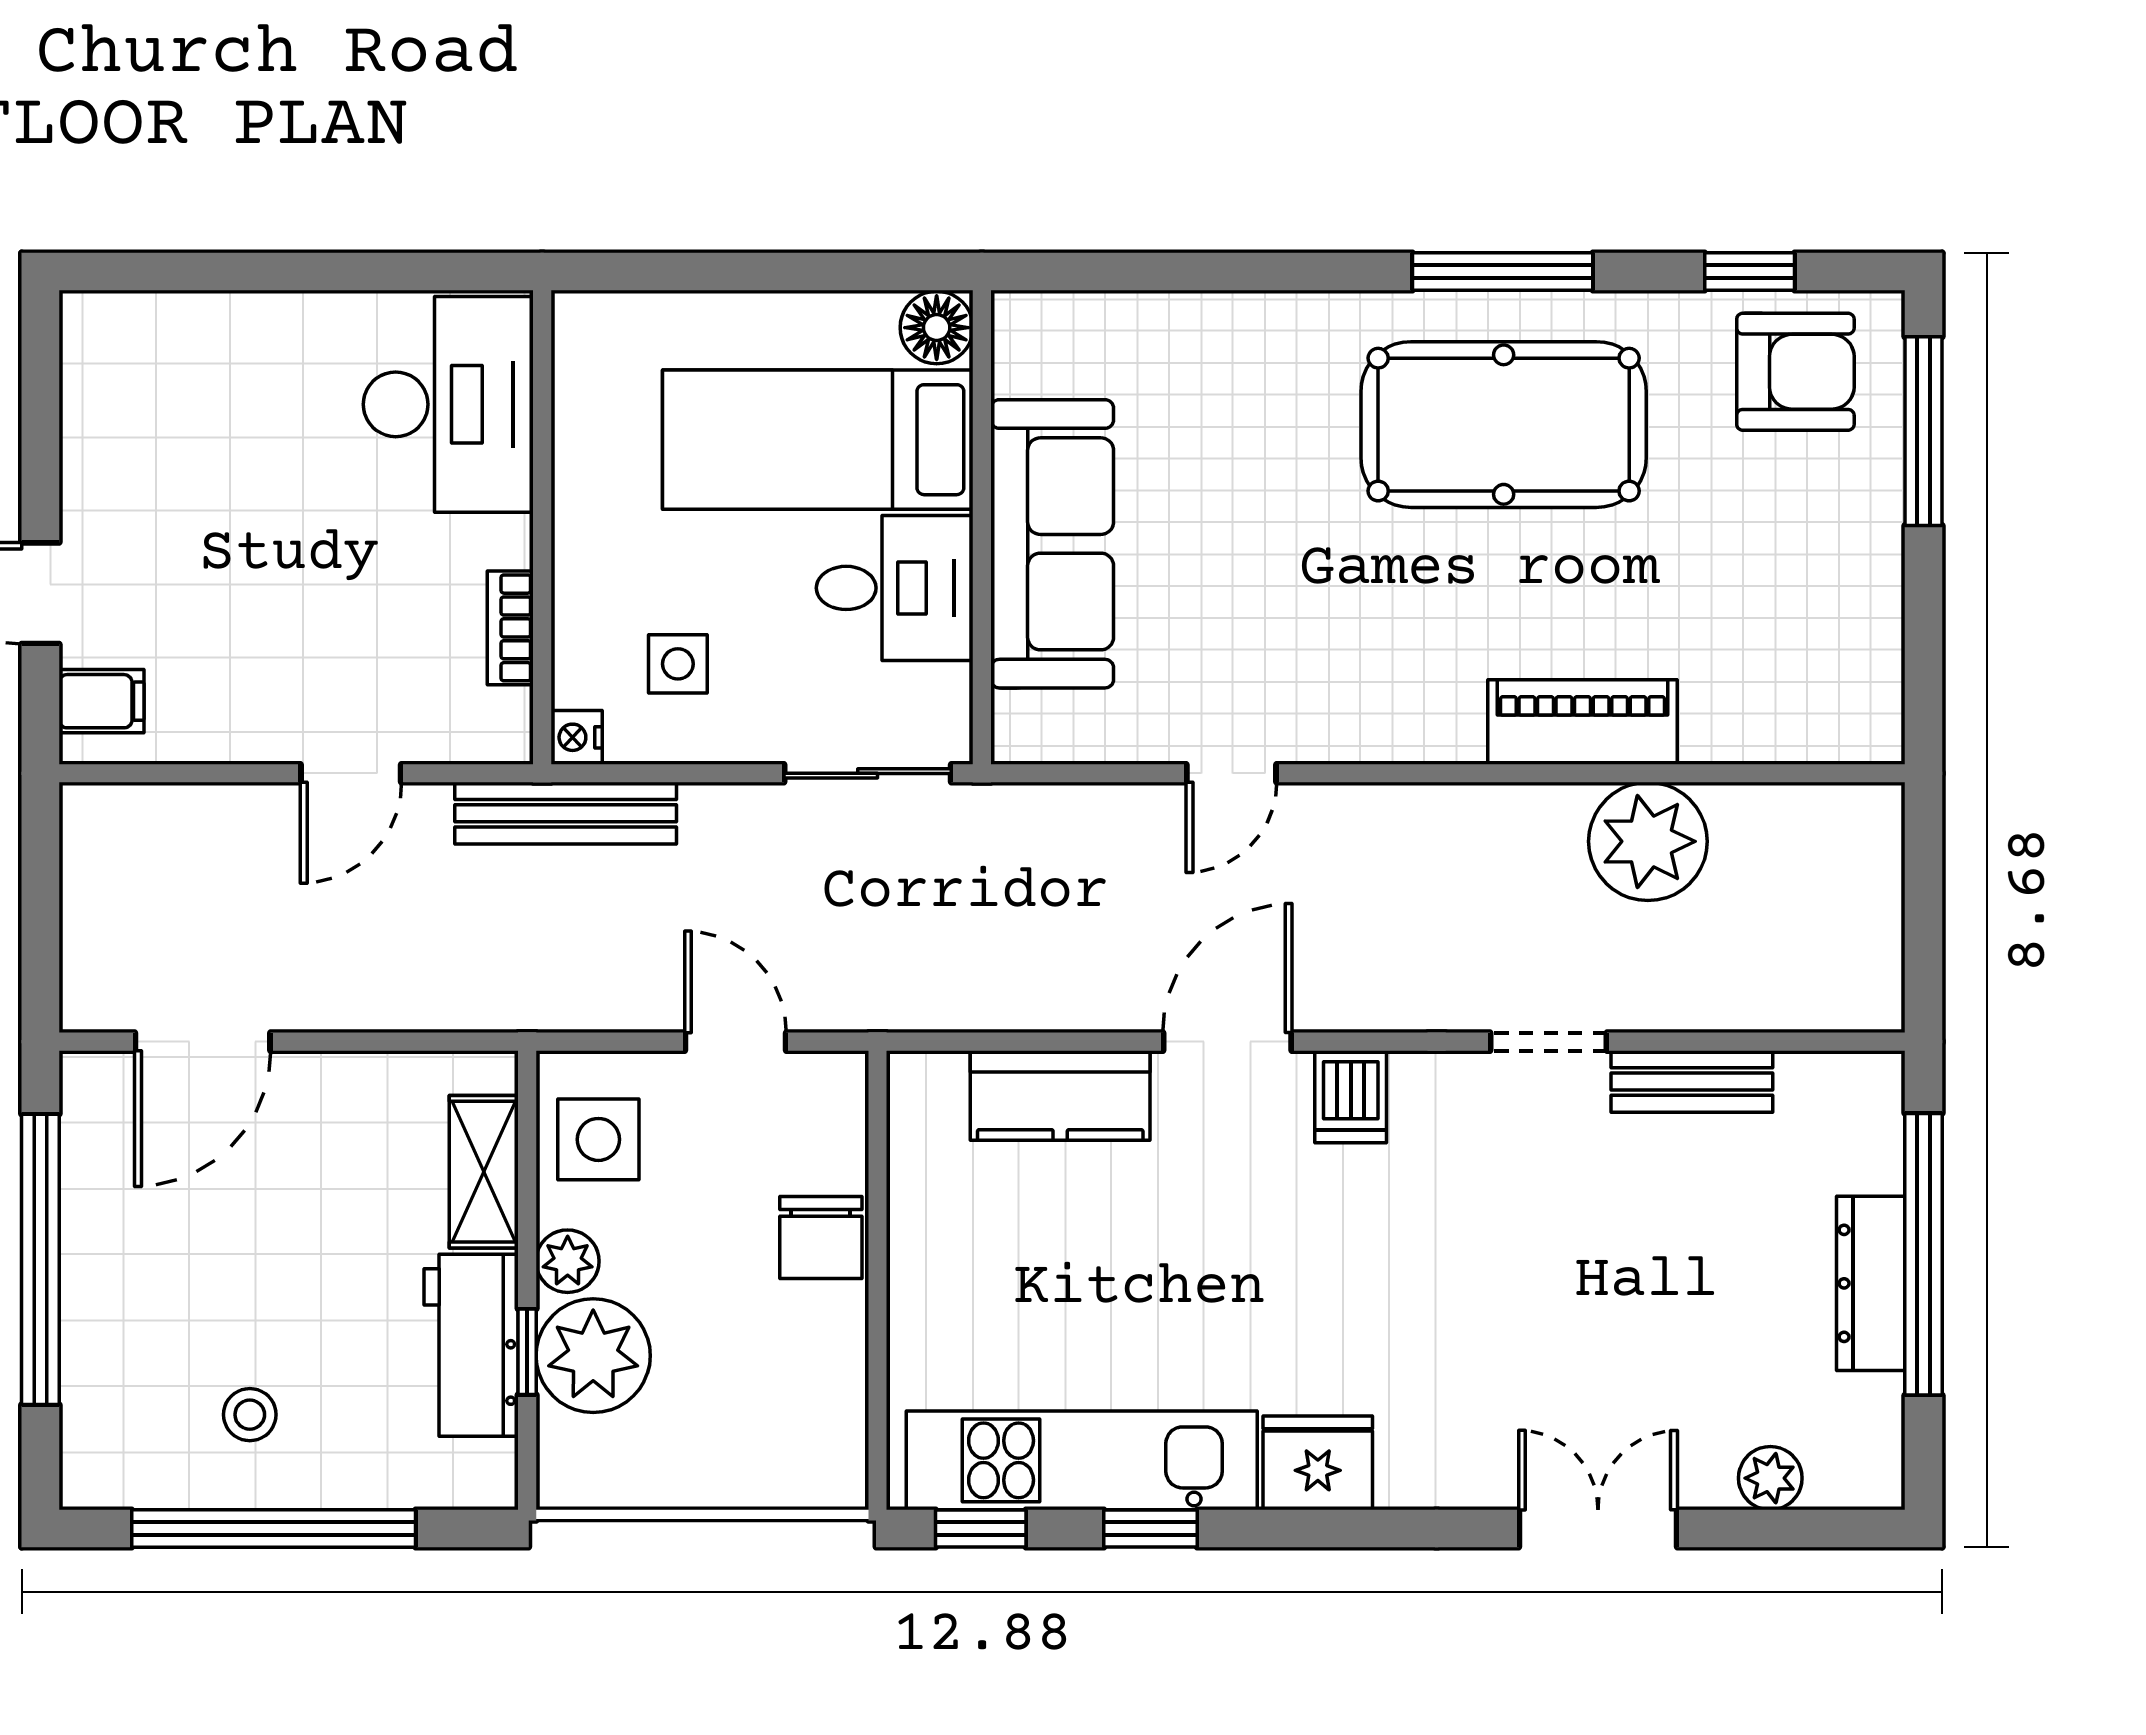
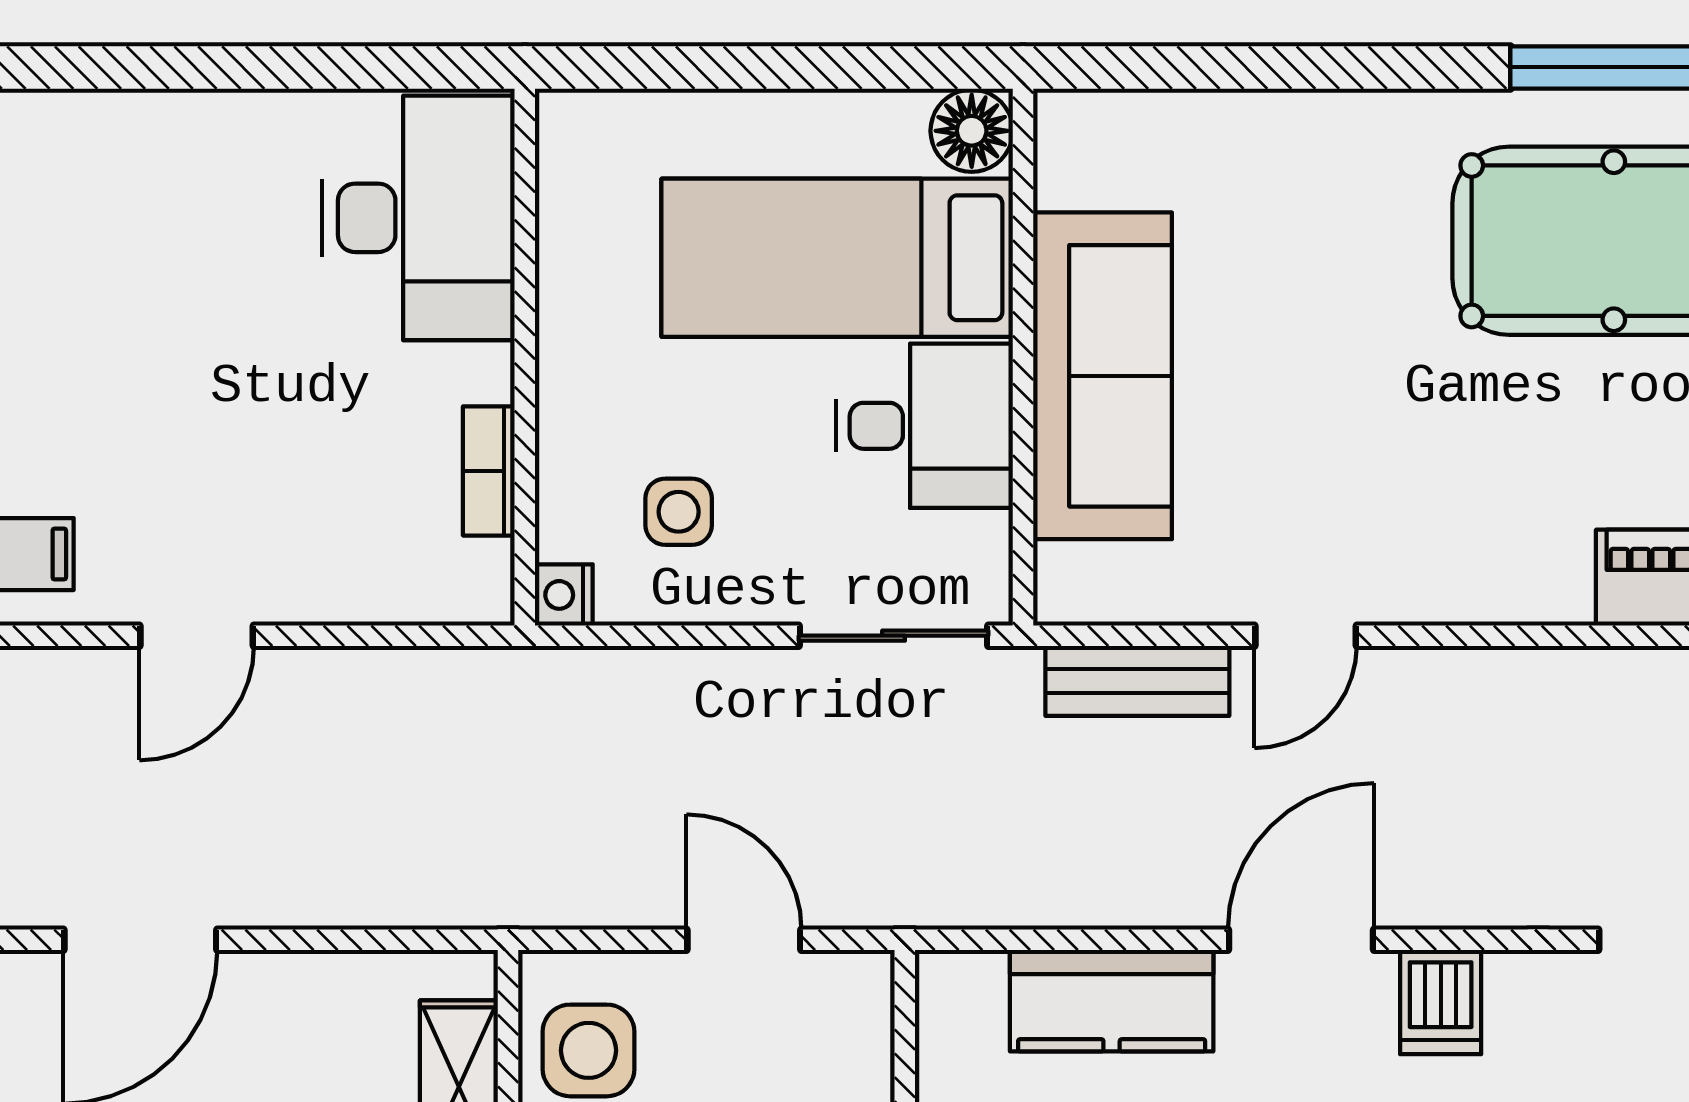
door: (351, 773) -> (197, 636), moved
bench: (566, 813) -> (1137, 681), moved, width x0.73

